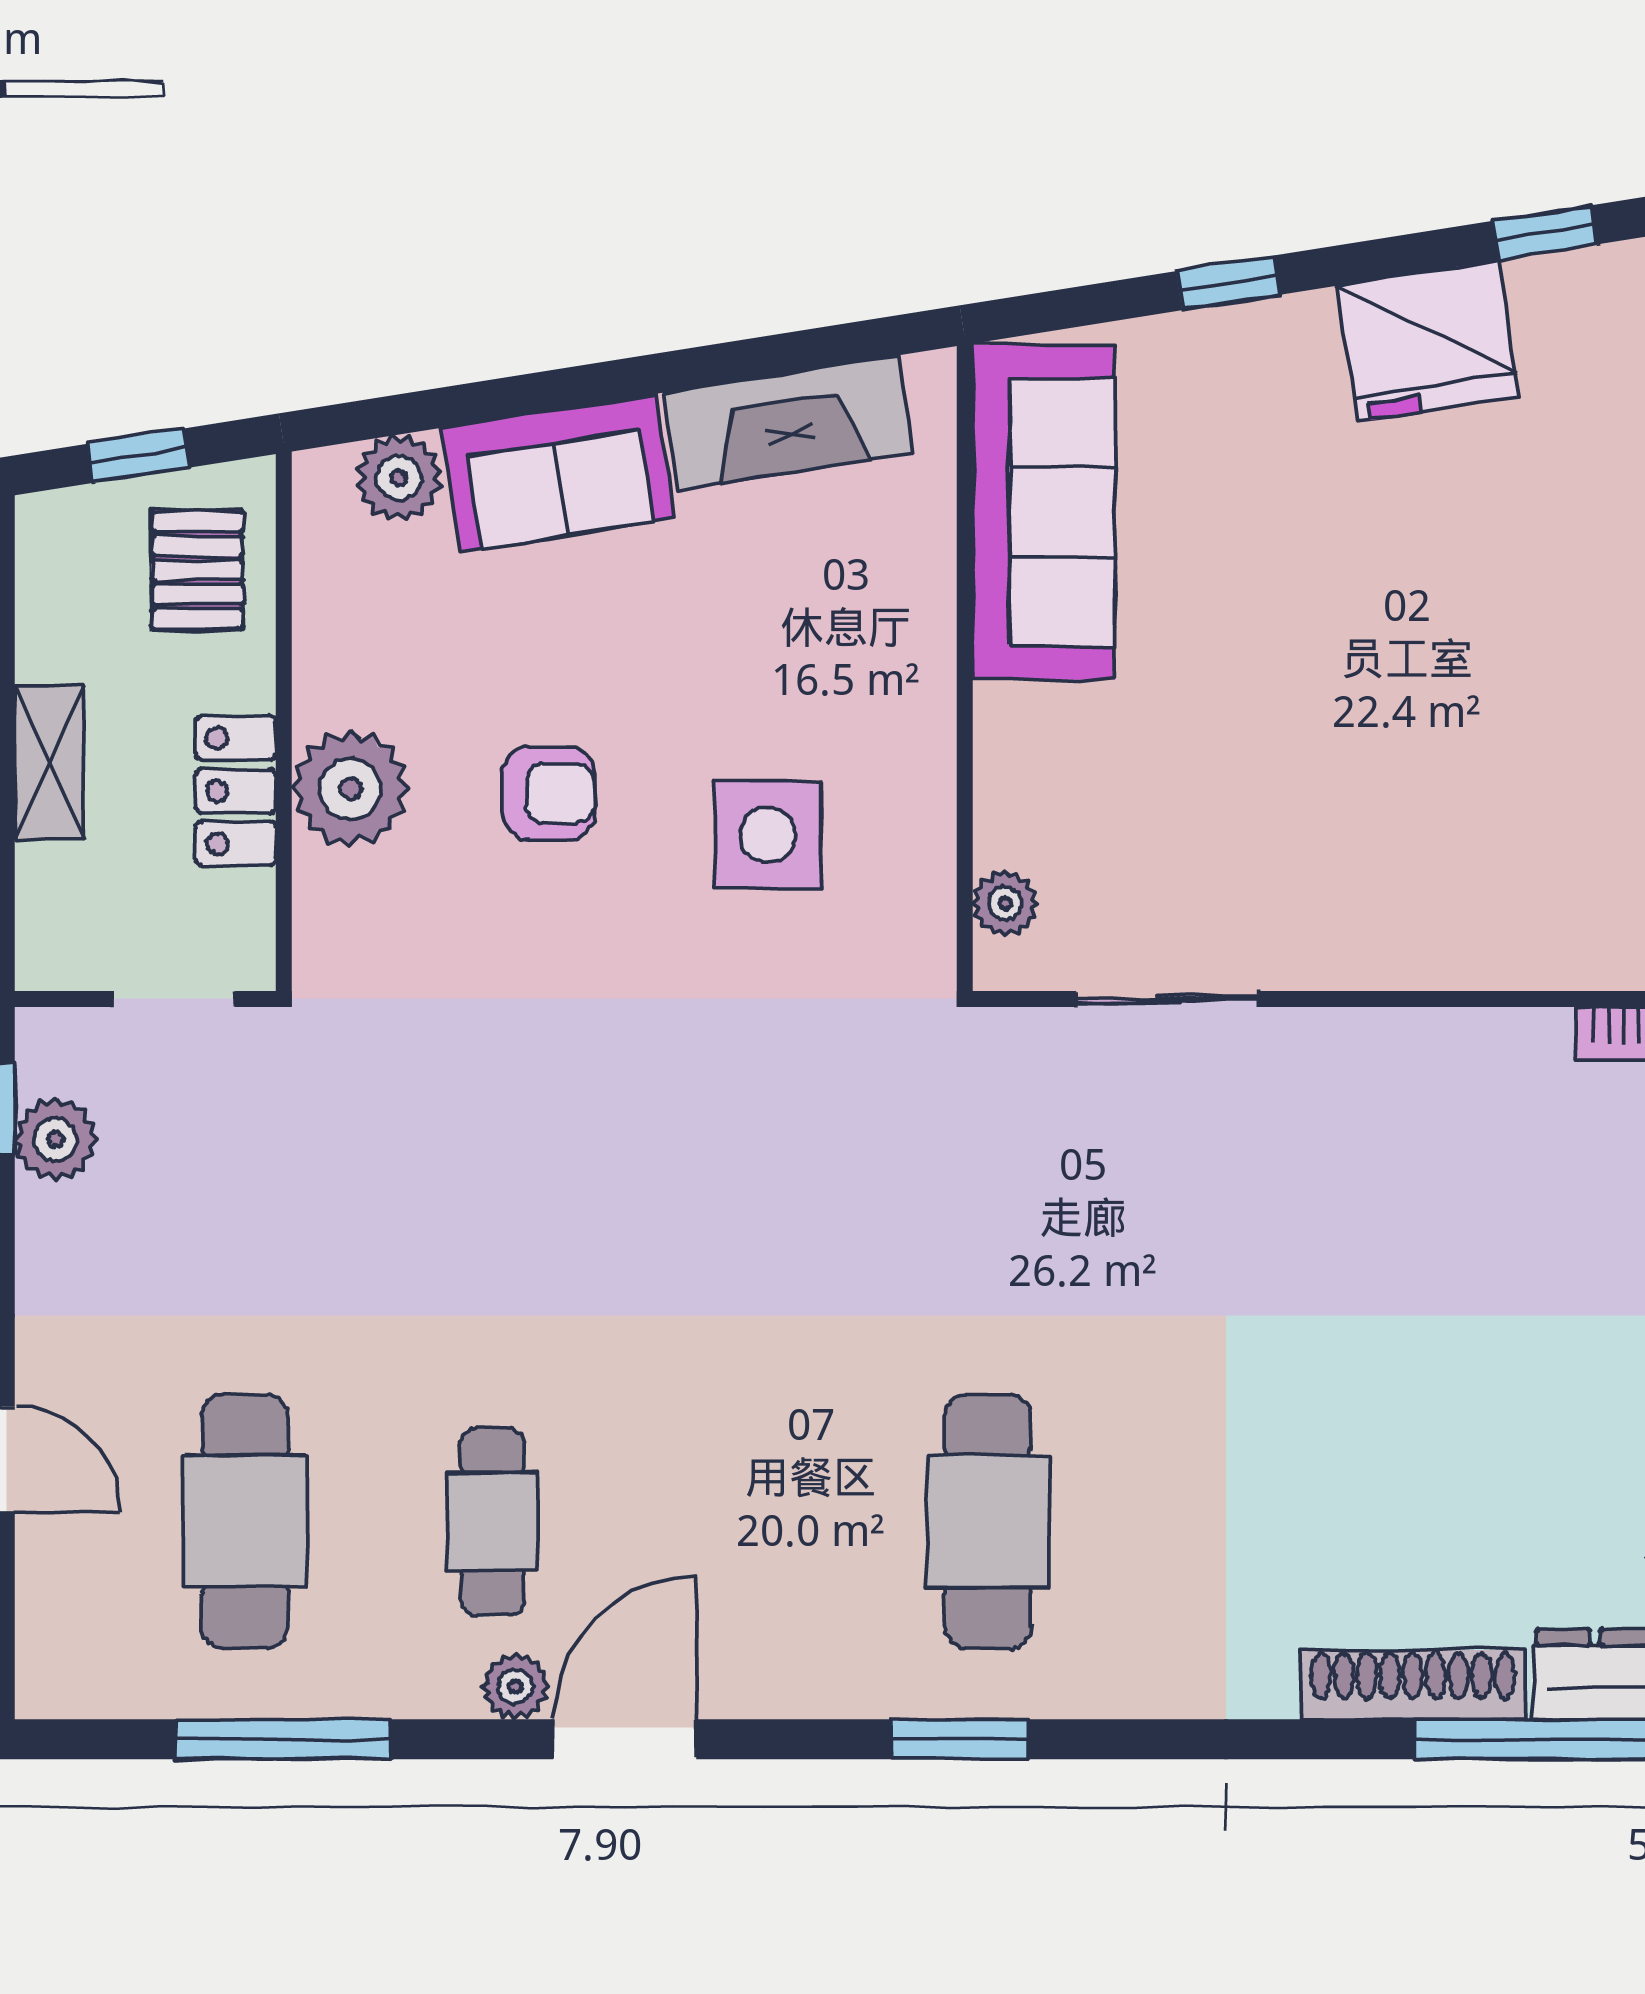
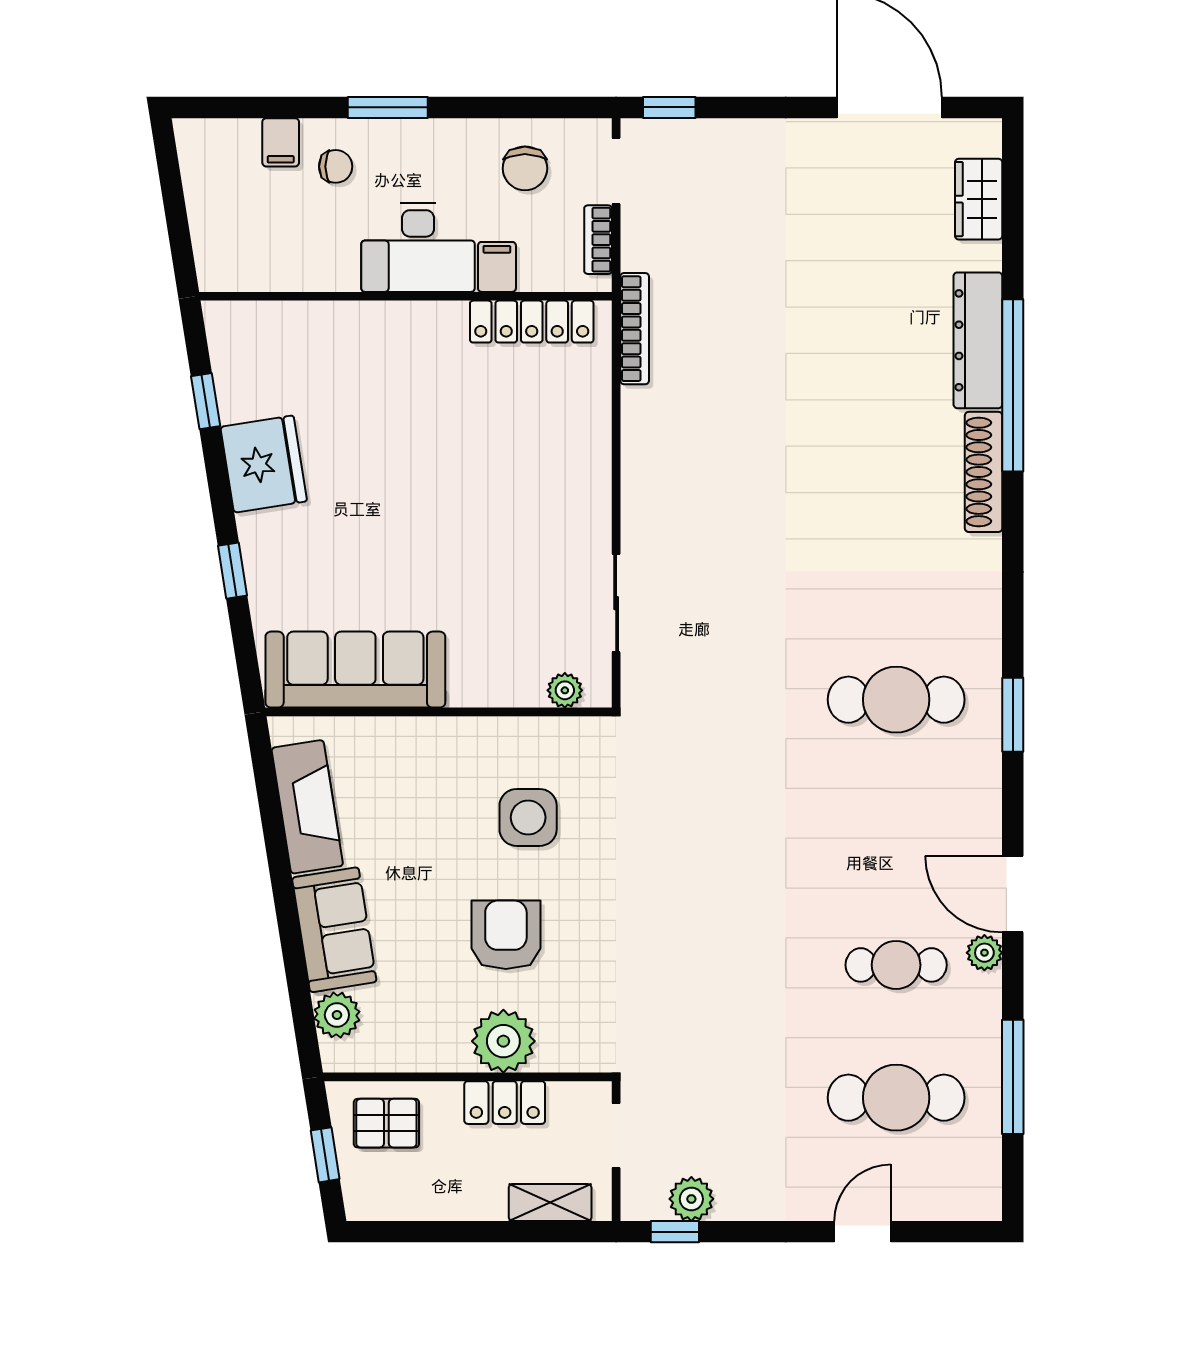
shelving: (49, 762) -> (550, 1202), moved
armchair: (549, 793) -> (506, 935), width x1.38, depth x1.38

